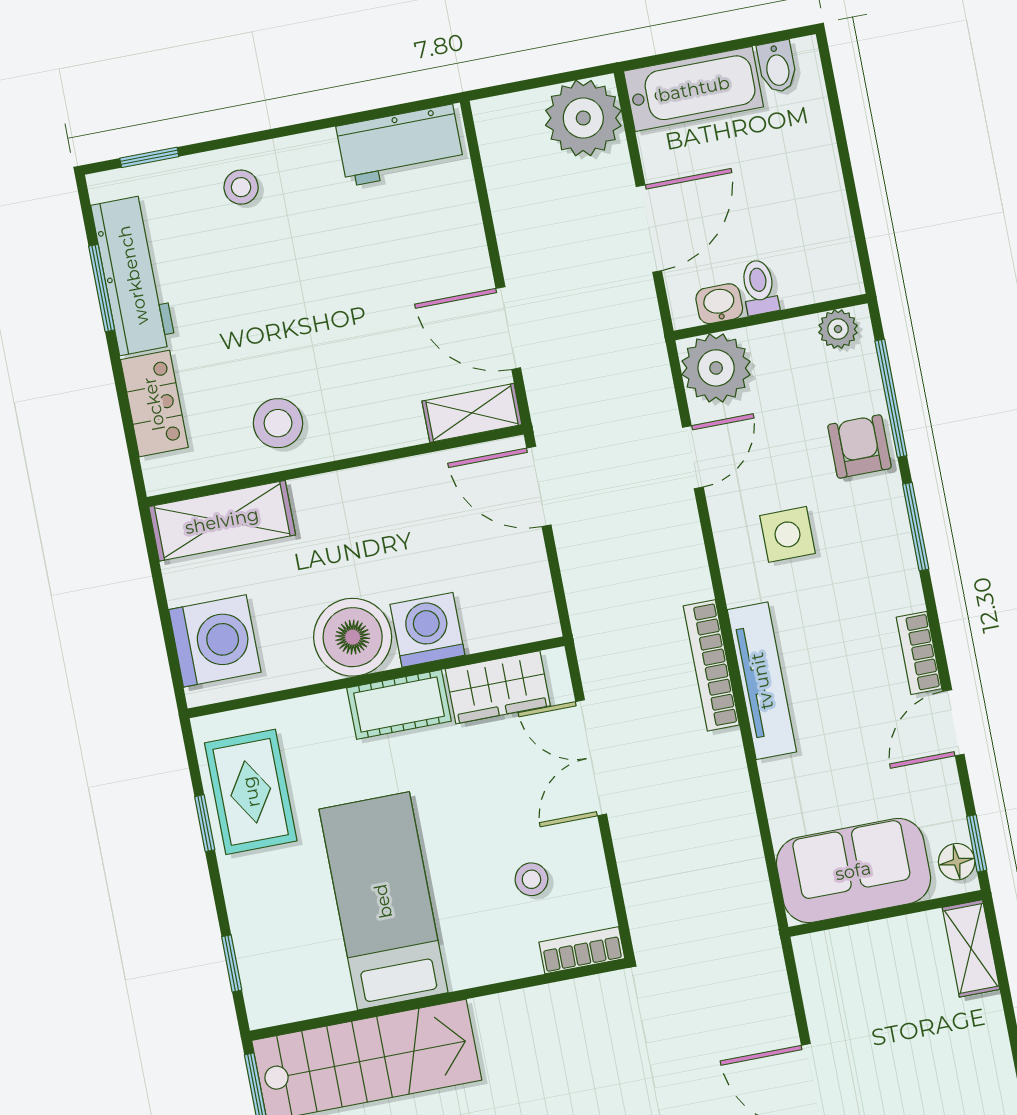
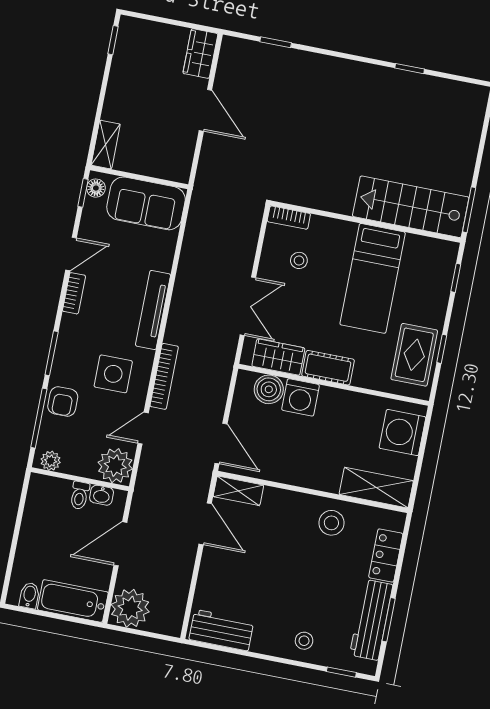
side table: (787, 534) -> (113, 374), width x1.37, depth x1.37
boiler: (353, 637) -> (269, 389), moved, width x0.73, depth x0.73
bookcase: (711, 665) -> (164, 376), moved

